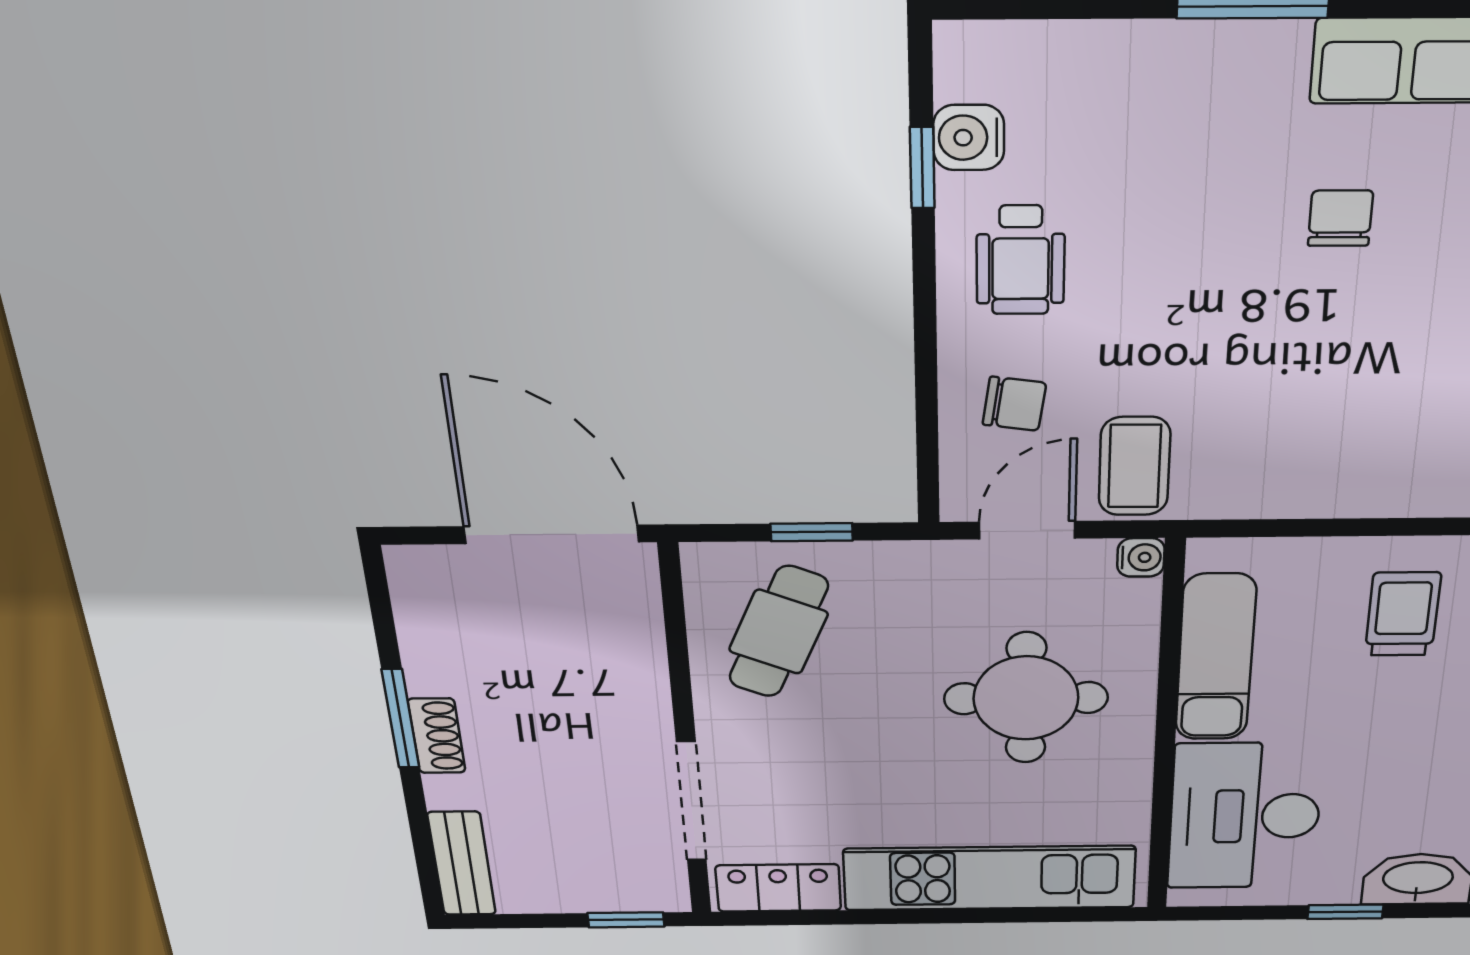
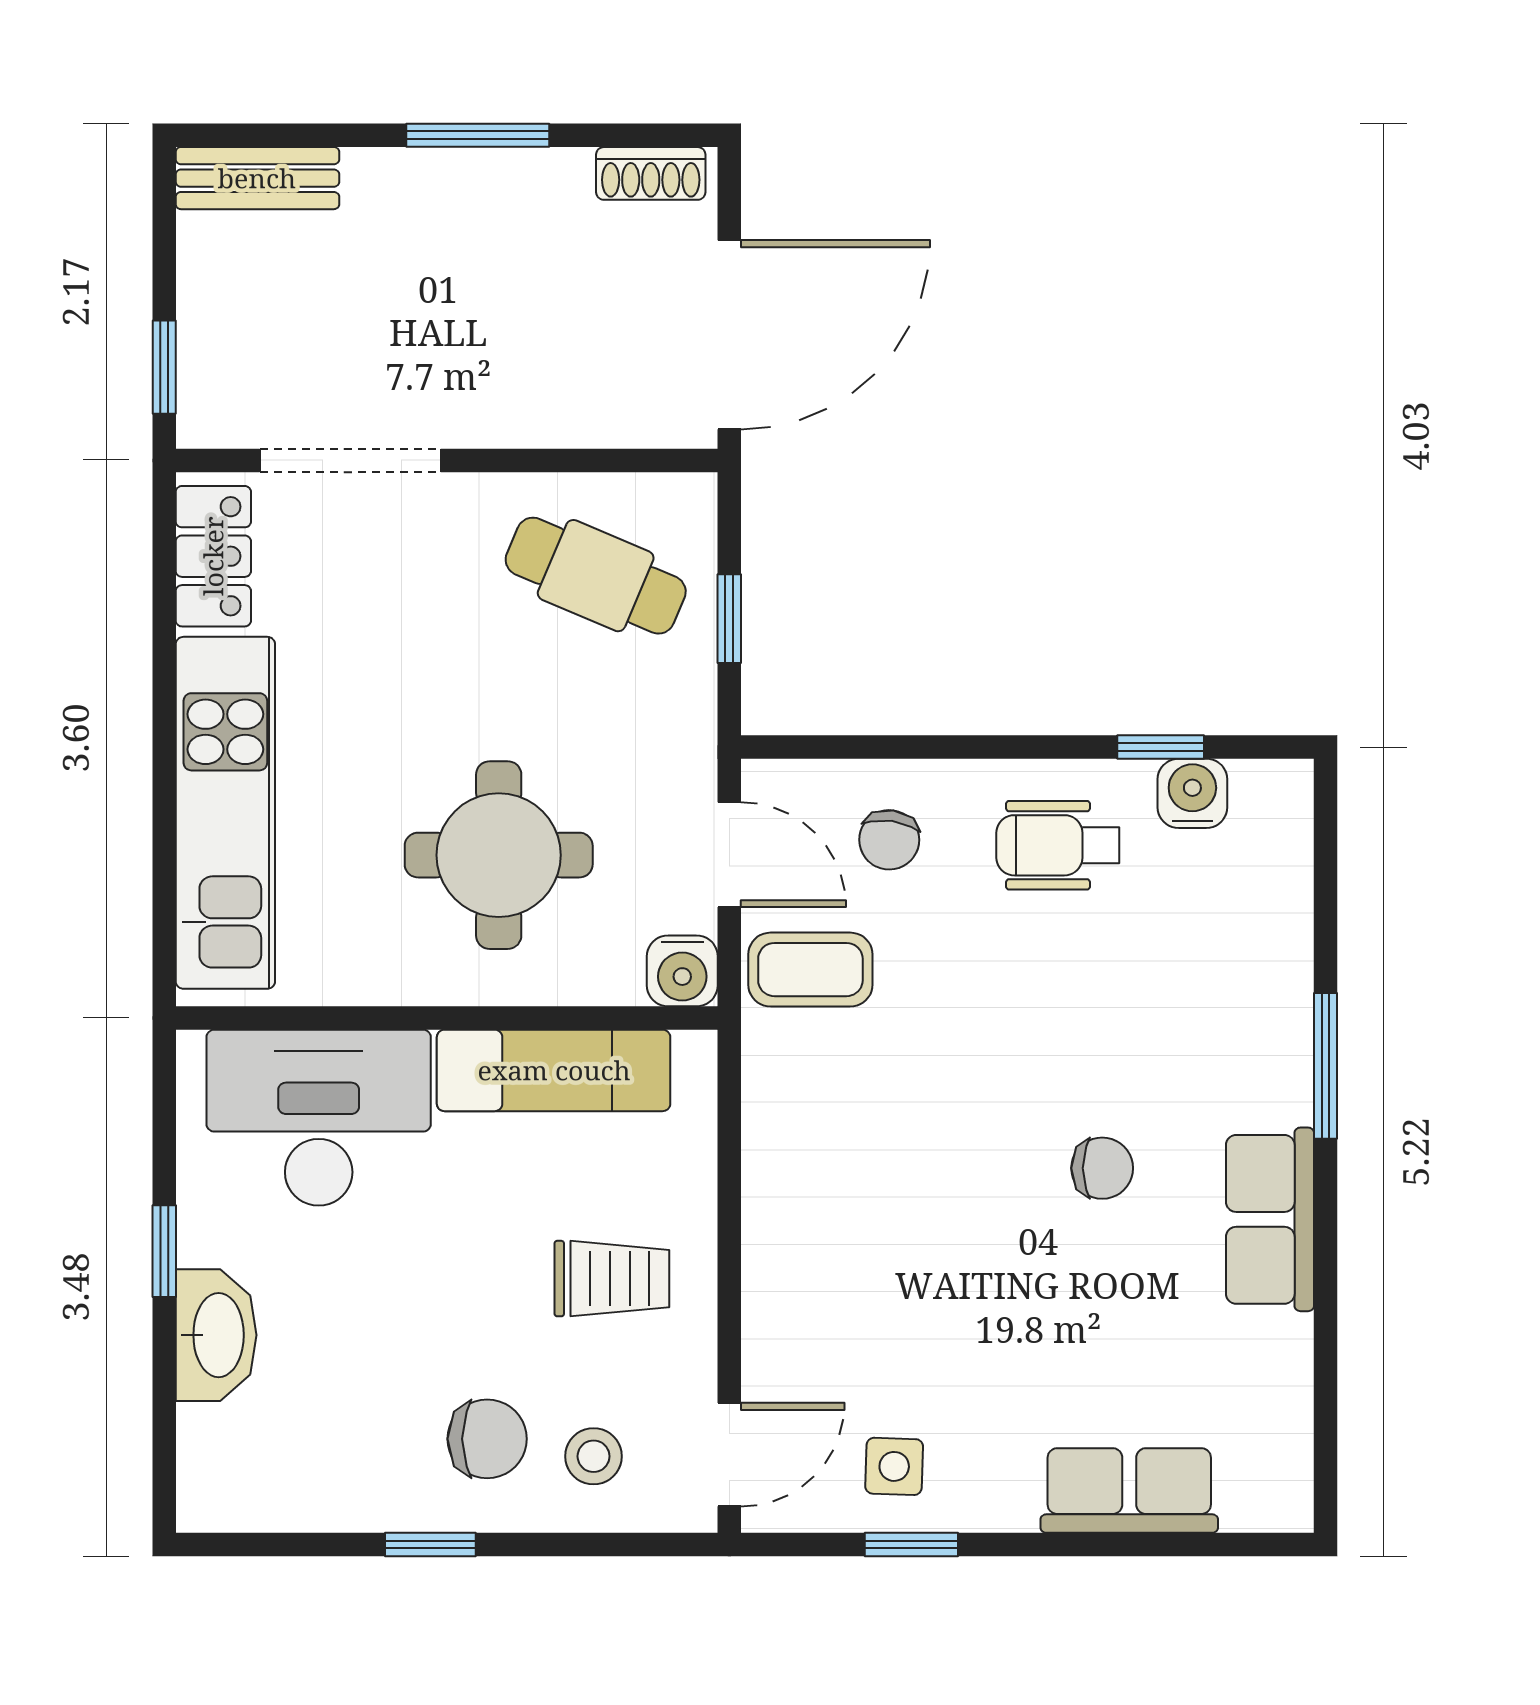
water cooler: (1141, 557) -> (682, 971), width x1.38, depth x1.38
shoe rack: (437, 736) -> (651, 173), moved

